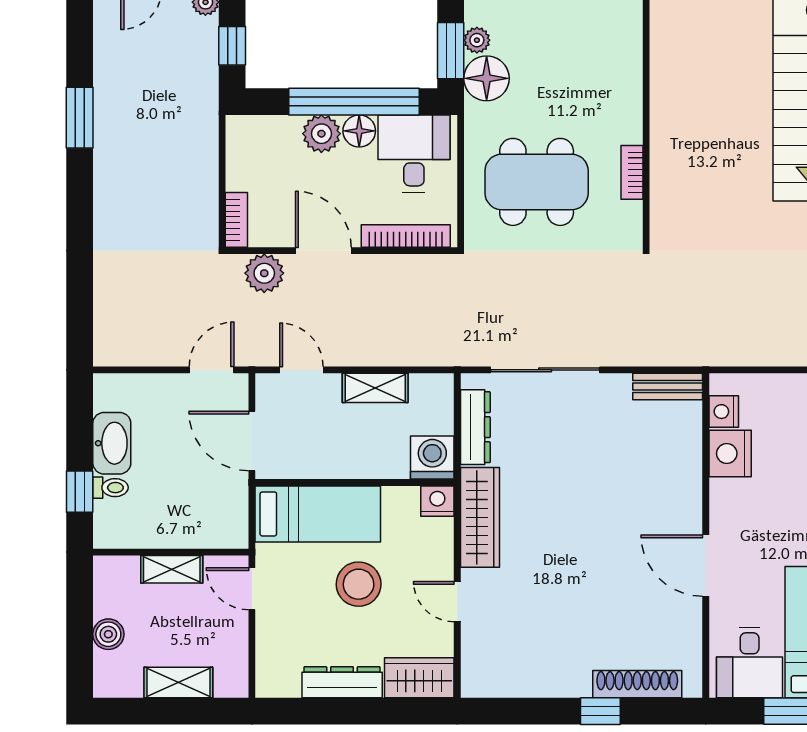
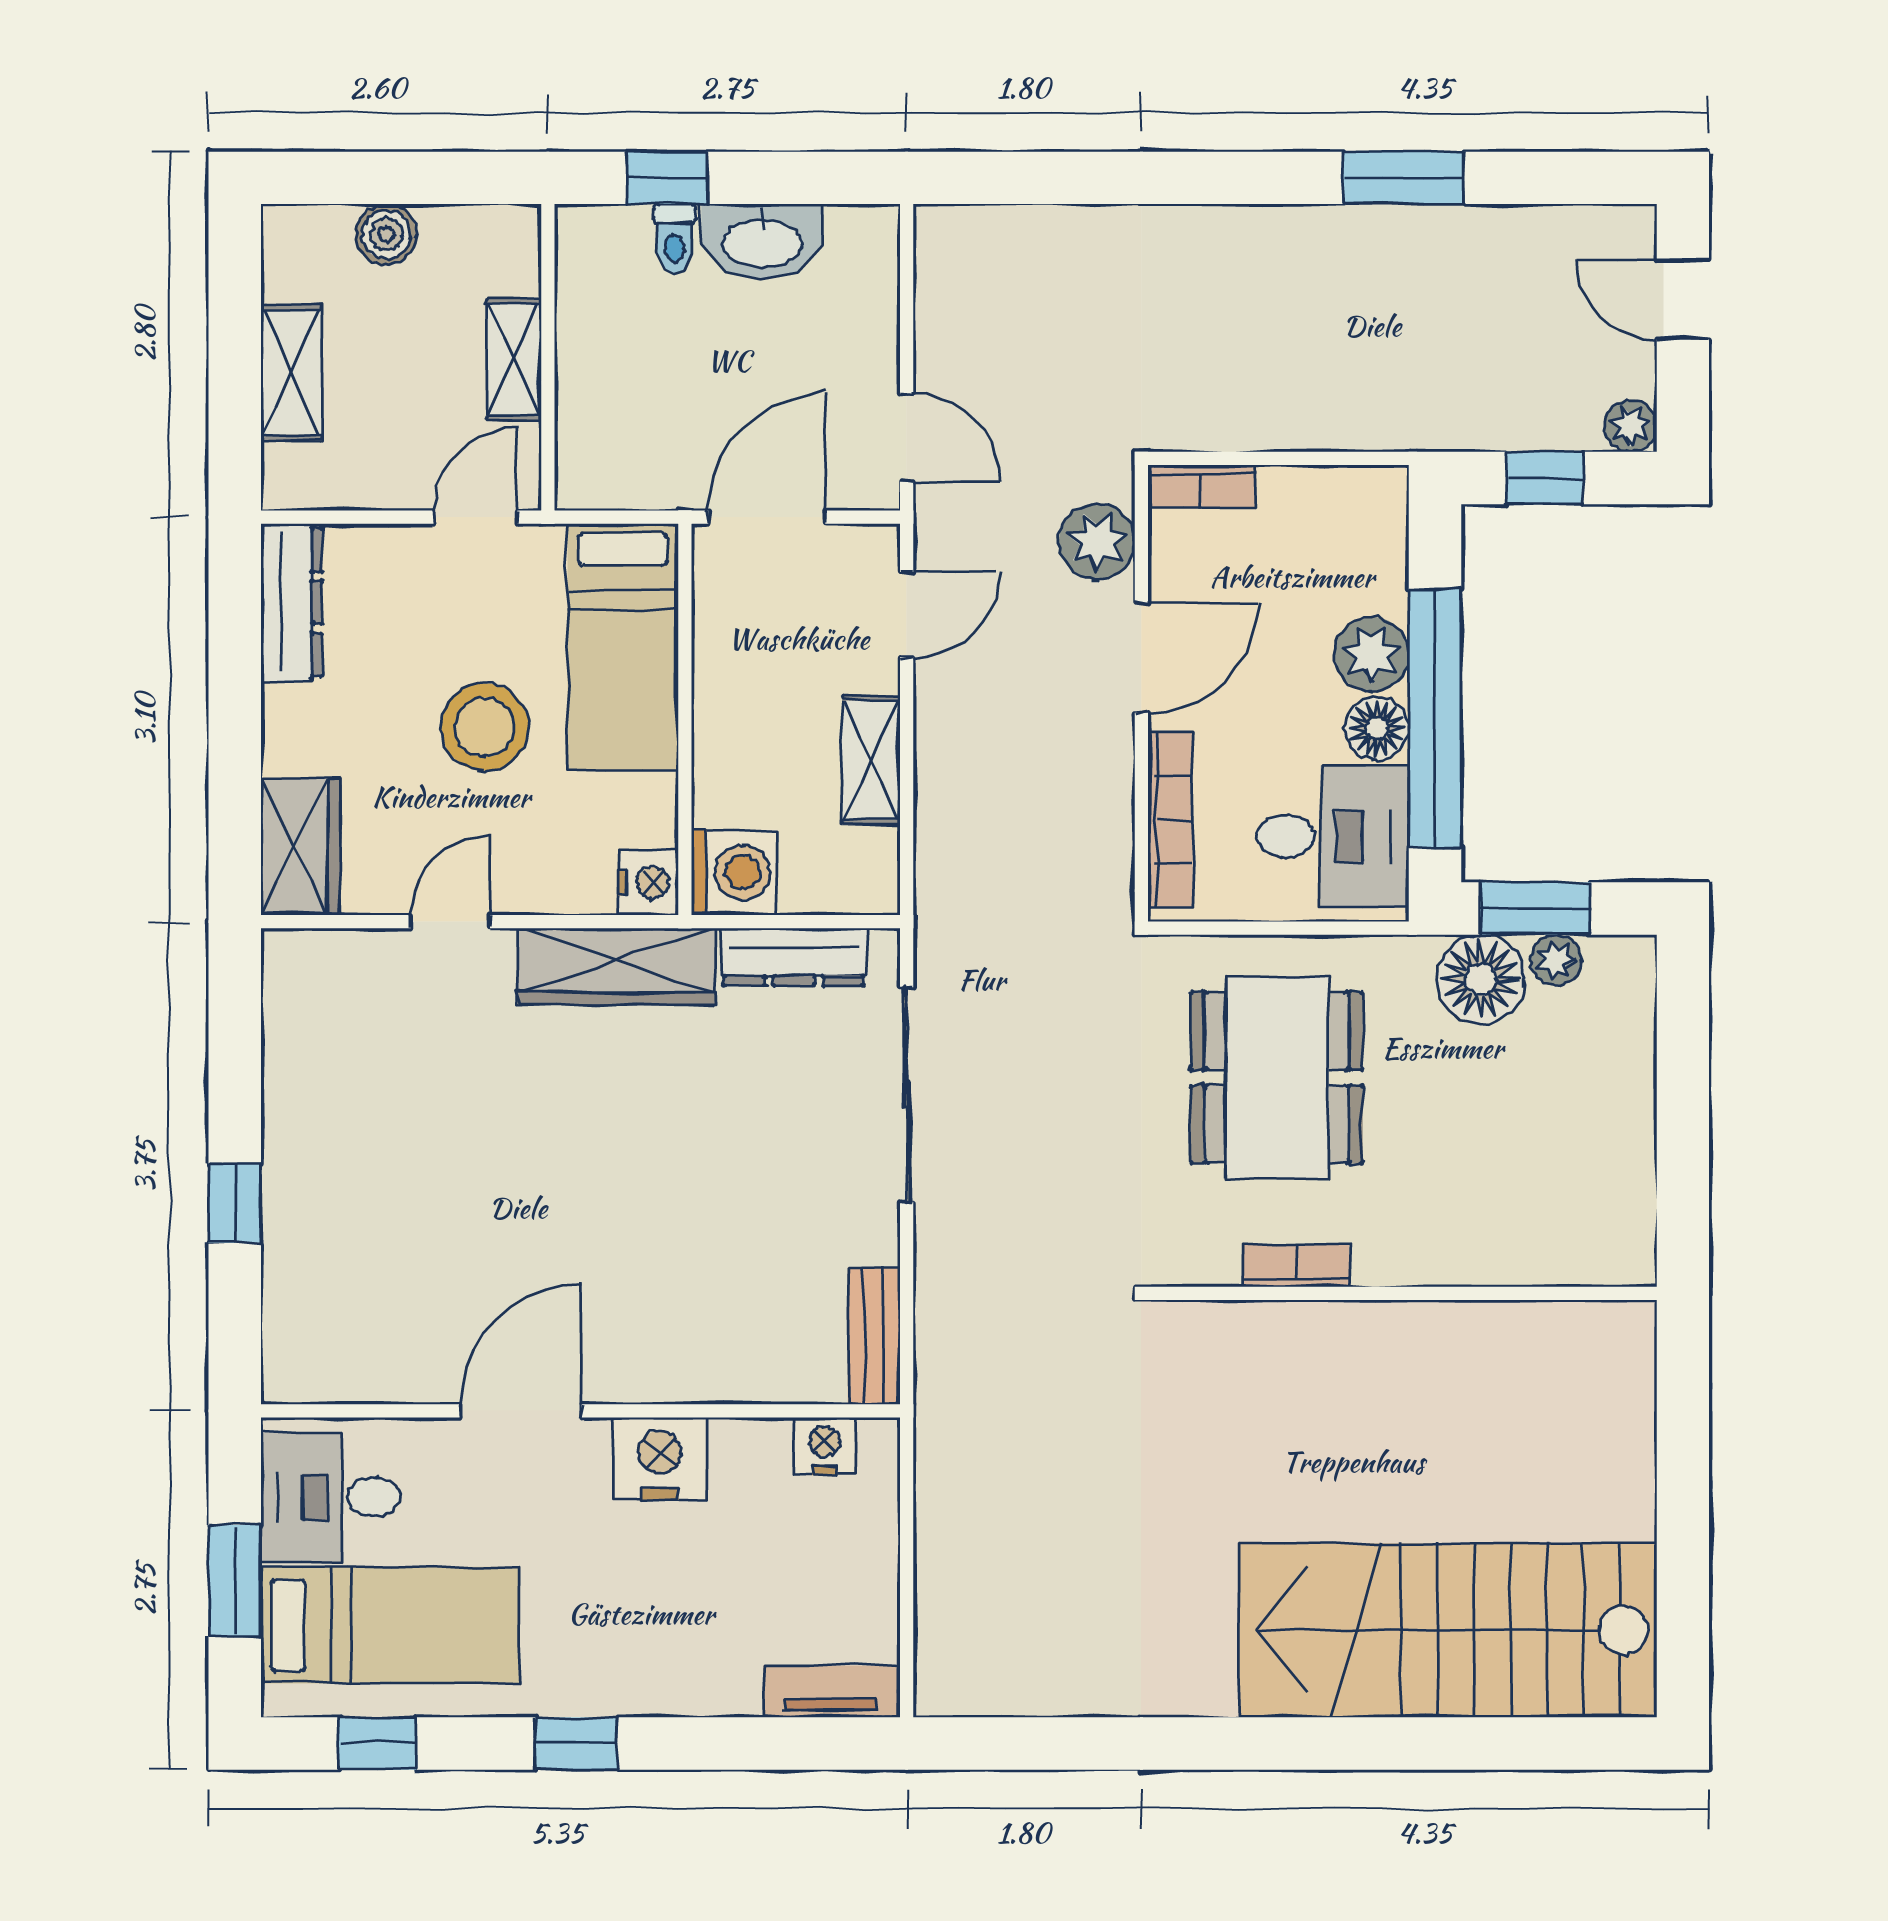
nightstand: (730, 453) -> (660, 1459), moved
dresser: (342, 682) -> (292, 602), moved
shoe rack: (637, 684) -> (288, 1276), removed

